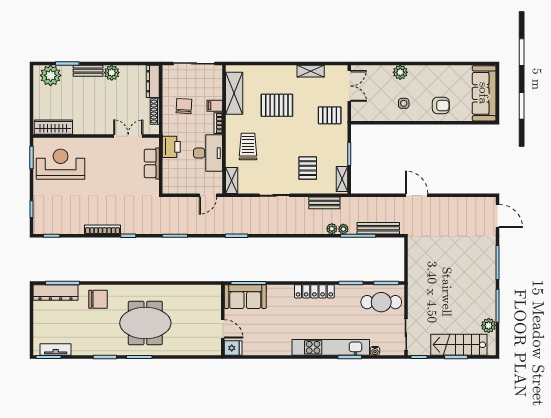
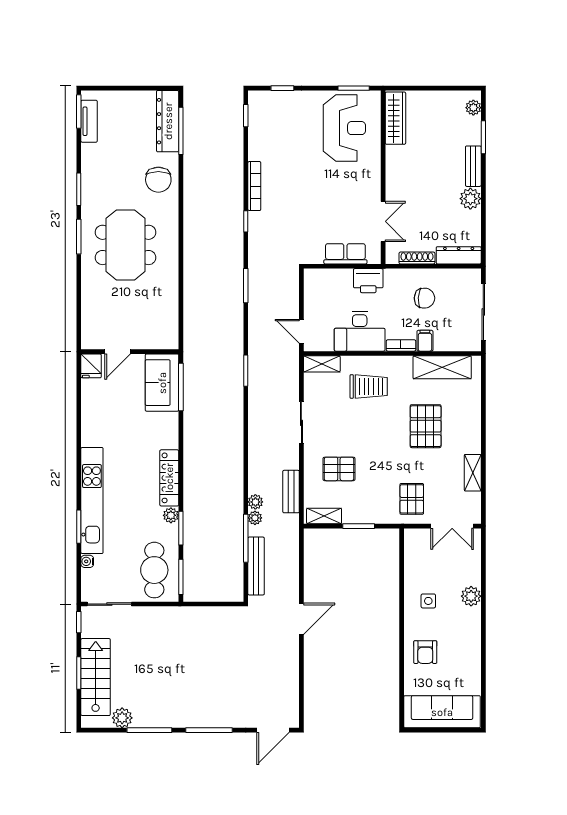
plant: (51, 75) -> (473, 108), width x0.53, depth x0.53
plant: (342, 290) -> (171, 515), added

